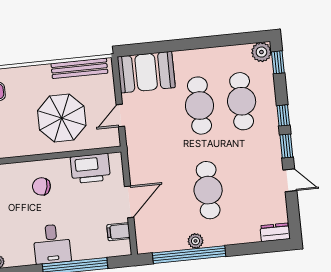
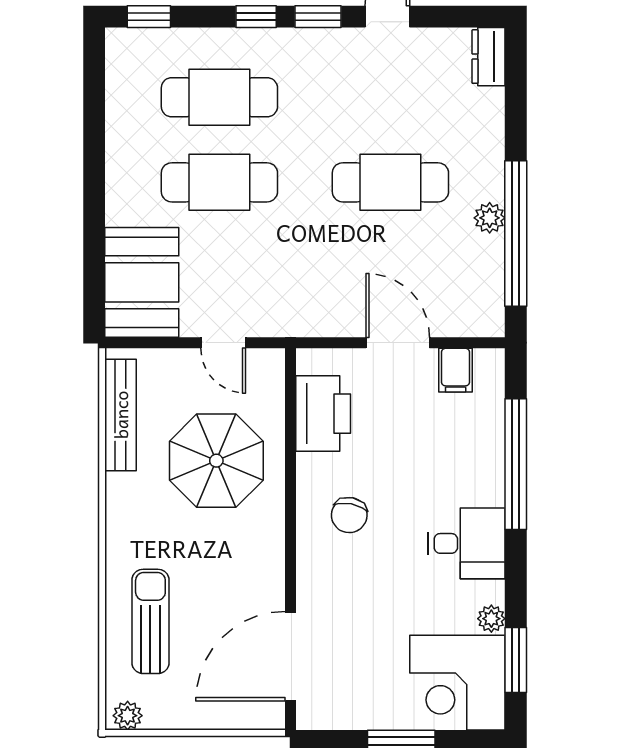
plant: (261, 52) -> (125, 47), removed
desk: (52, 244) -> (467, 543), moved

